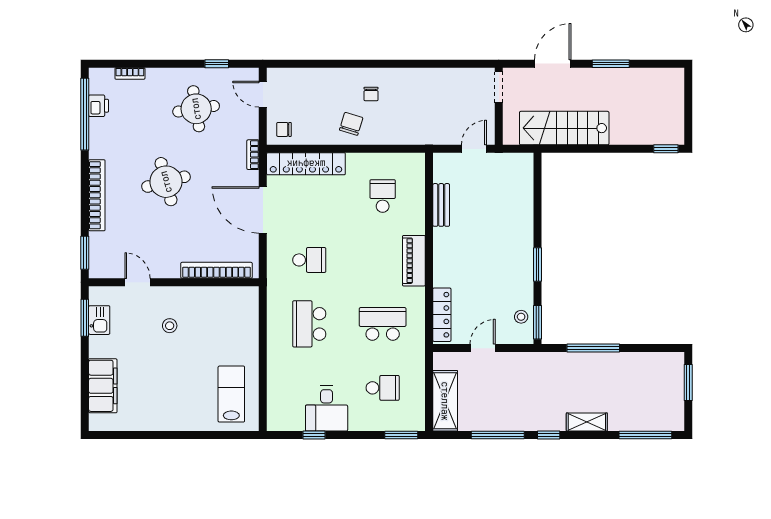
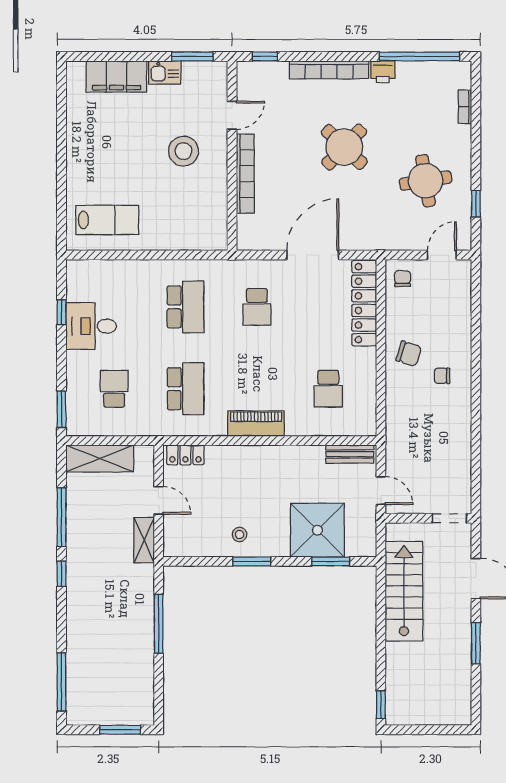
printer: (99, 106) -> (383, 72), moved
bookcase: (253, 155) -> (374, 244), removed
round table: (166, 182) -> (344, 147), turned -31
school desk: (383, 196) -> (328, 389), turned 90
bench: (441, 205) -> (350, 454), moved
shower: (509, 206) -> (317, 530), added
window: (85, 253) -> (265, 56), width x0.67
bookcase: (217, 270) -> (245, 174), moved
locker: (442, 315) -> (185, 455), width x0.66
stool: (521, 317) -> (240, 534), moved
kitchen sink: (99, 320) -> (165, 72), moved
window: (537, 322) -> (331, 561), moved
school desk: (309, 324) -> (186, 307), turned 90
stool: (170, 326) -> (183, 151), width x1.89, depth x1.89
school desk: (383, 388) -> (114, 389), turned 180
shelving: (587, 422) -> (144, 540), moved

